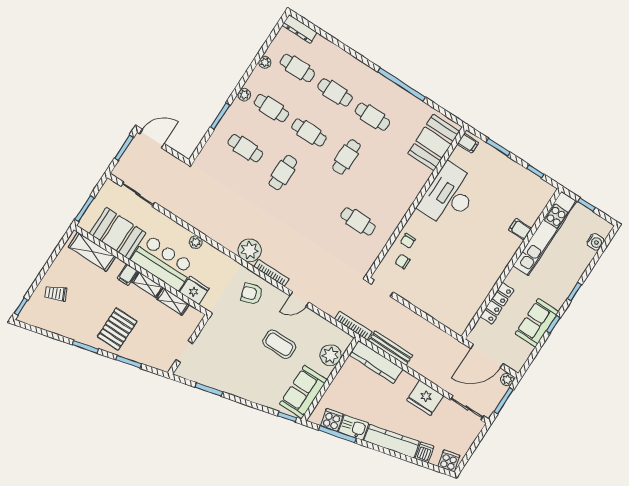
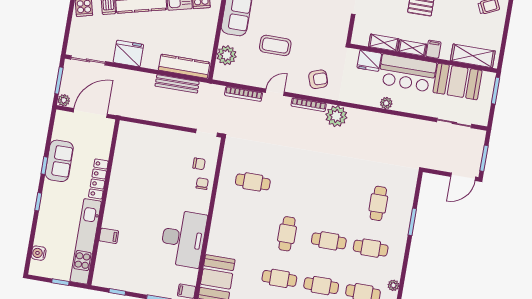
plant: (244, 95) -> (399, 250), removed
cafe table: (245, 148) -> (378, 203), turned 90
cafe table: (283, 173) -> (336, 196), removed
locker: (497, 303) -> (98, 179), moved
bookcase: (353, 326) -> (244, 94), moved

